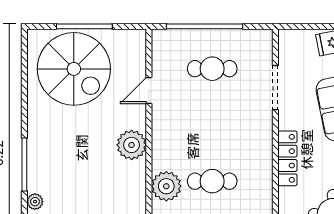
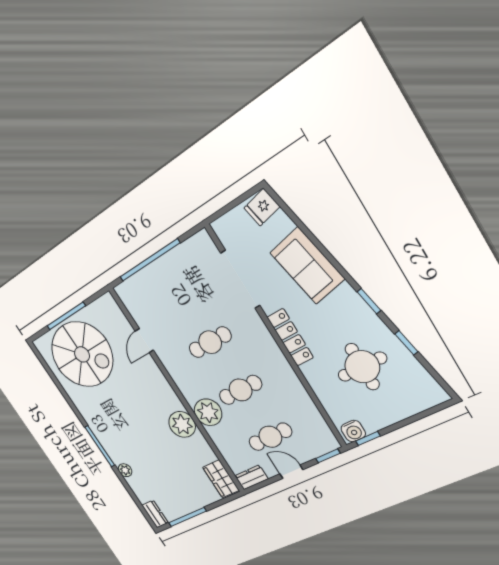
cafe table: (212, 69) -> (210, 342), moved
doorway: (275, 88) -> (240, 279), width x1.36
plant: (132, 145) -> (182, 424), moved

